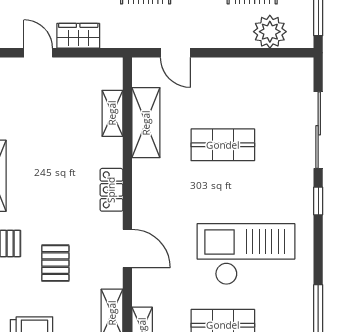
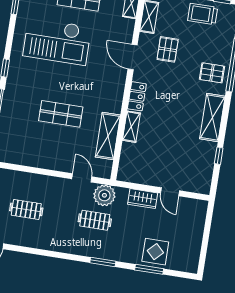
plant: (270, 32) -> (104, 195), moved
shelving: (112, 113) -> (131, 127), moved
pallet: (55, 263) -> (168, 49), moved

